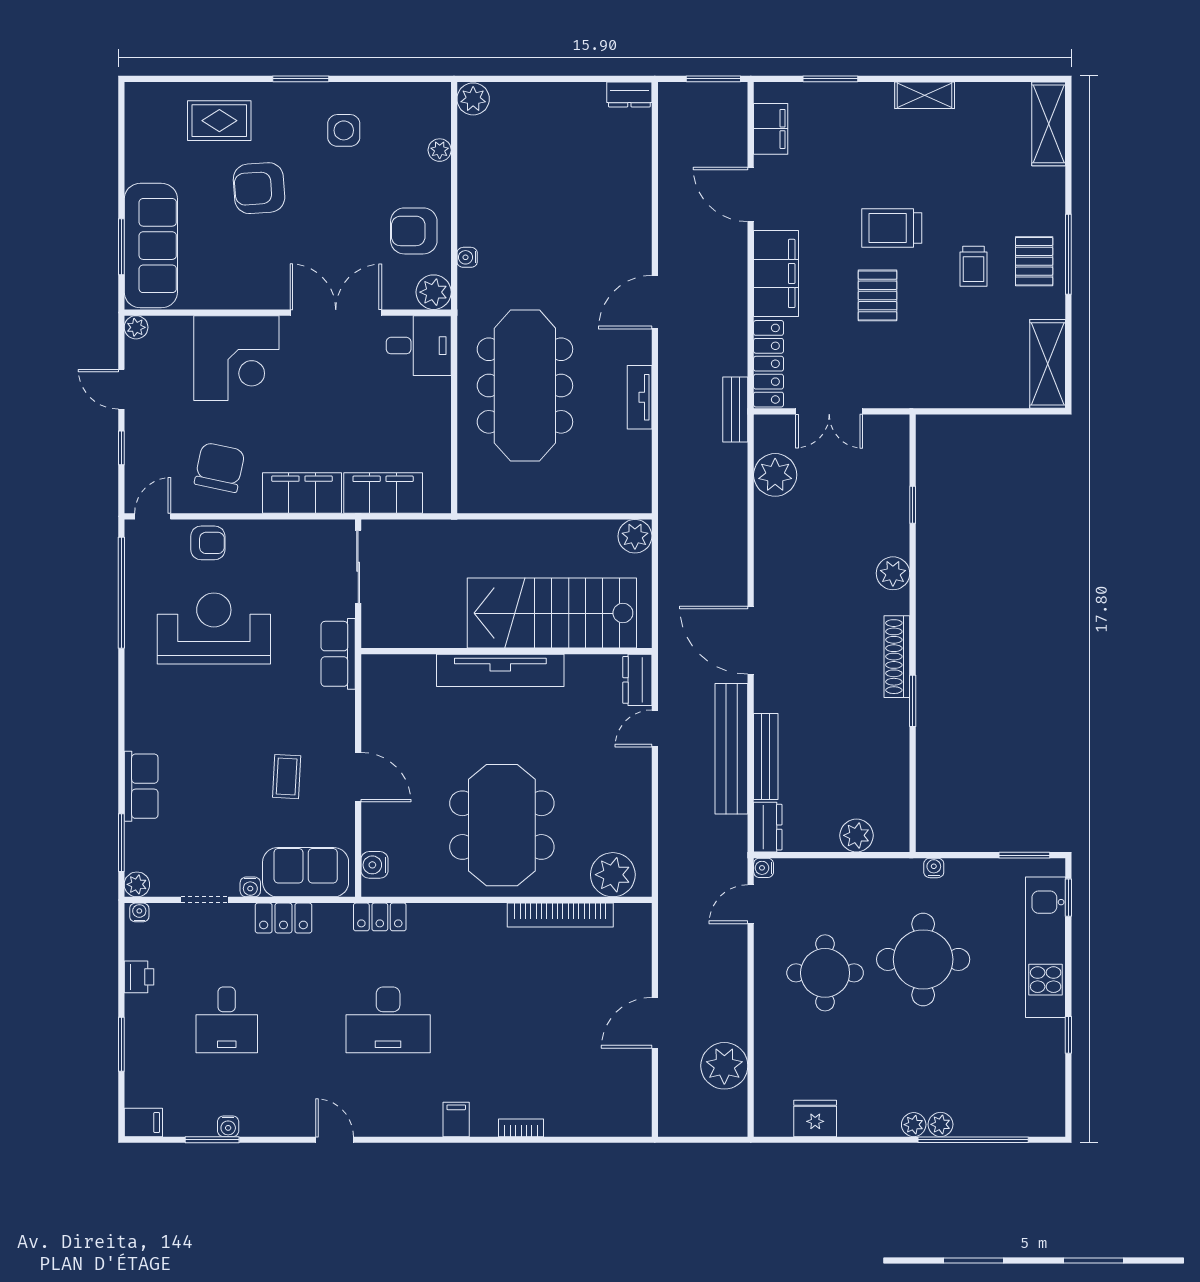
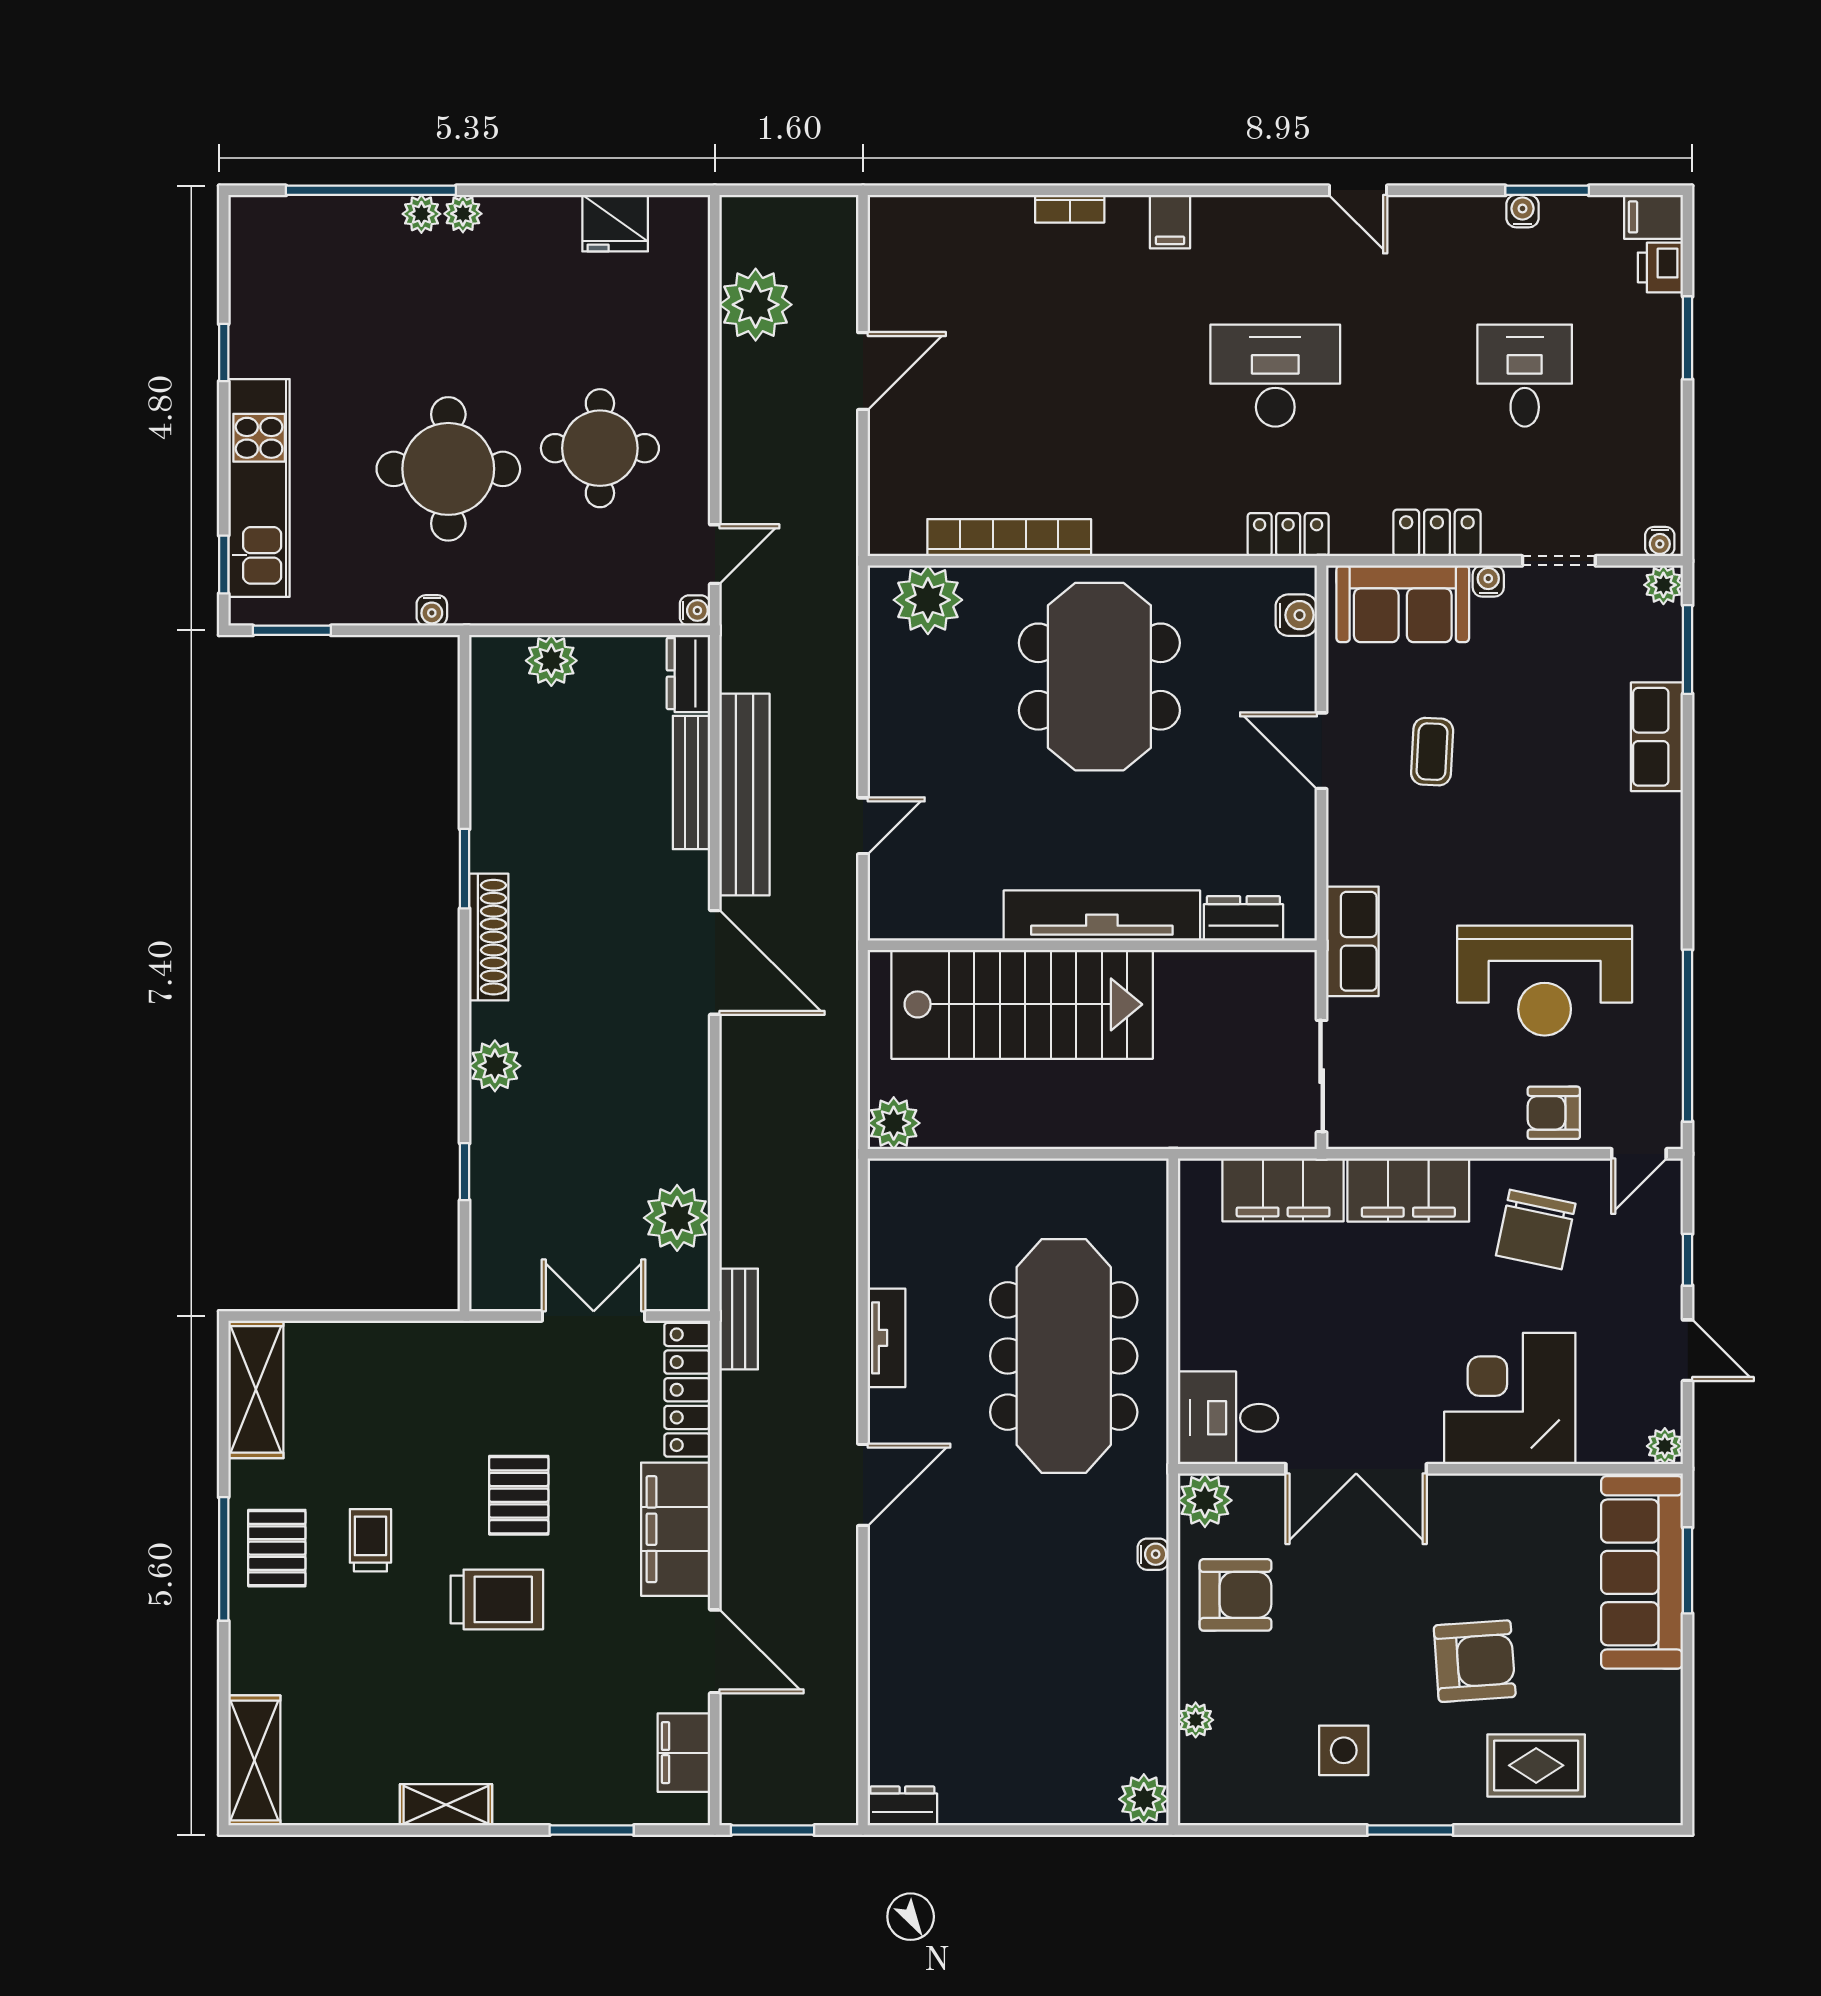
dresser: (637, 680) -> (1243, 918), moved, turned -90
printer: (139, 977) -> (1660, 267), moved

